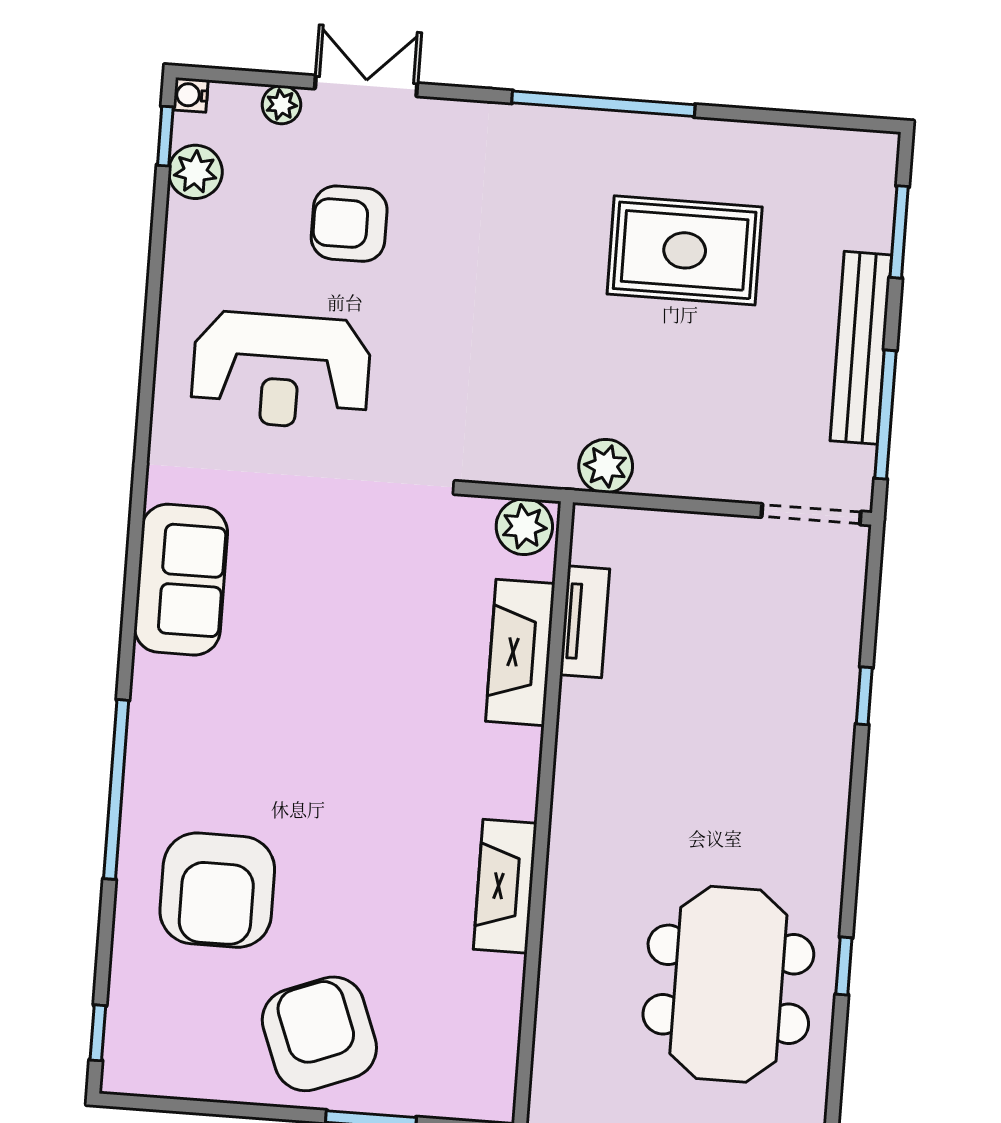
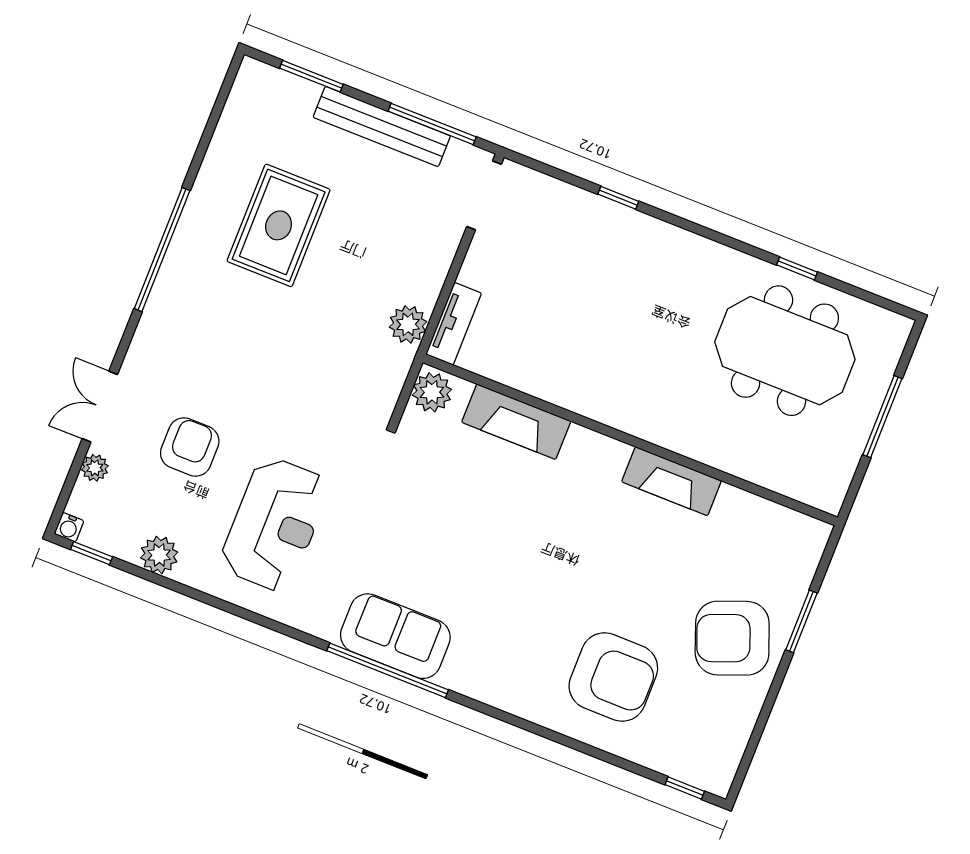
plant: (195, 172) -> (159, 555), moved
armchair: (349, 224) -> (190, 447), turned 180
tv unit: (585, 622) -> (454, 324), moved, turned 90
window: (116, 789) -> (388, 670), moved

